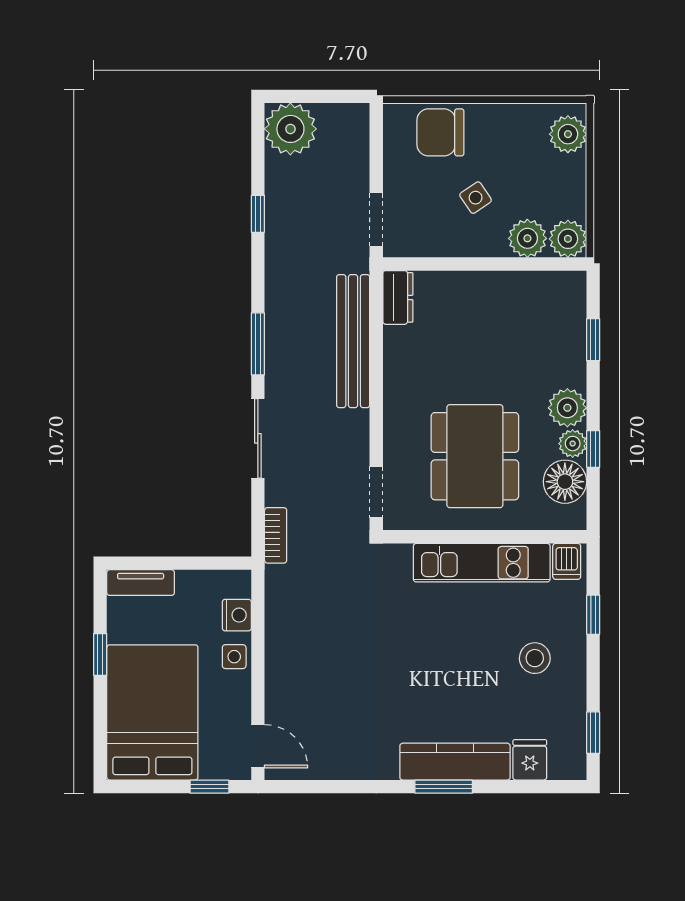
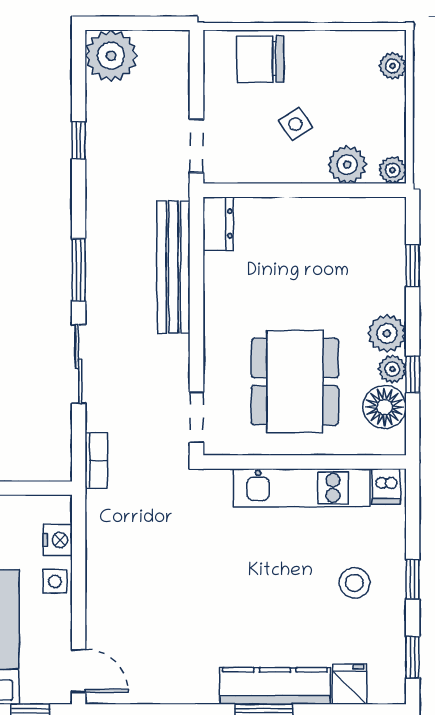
plant: (568, 134) -> (393, 66), width x0.73, depth x0.73
plant: (568, 239) -> (393, 170), width x0.73, depth x0.73
window: (593, 615) -> (413, 579), moved

